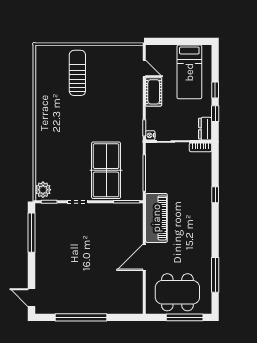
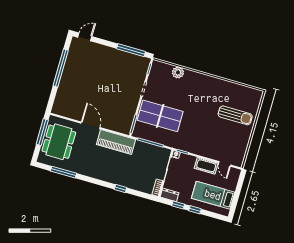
door: (144, 68) -> (225, 164), hinge flipped
plant: (43, 190) -> (178, 72), moved
window: (185, 317) -> (42, 132), moved

